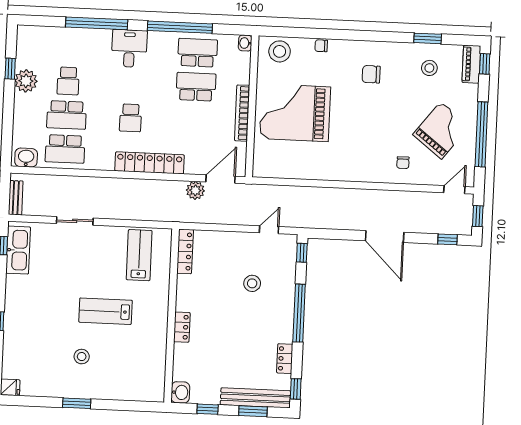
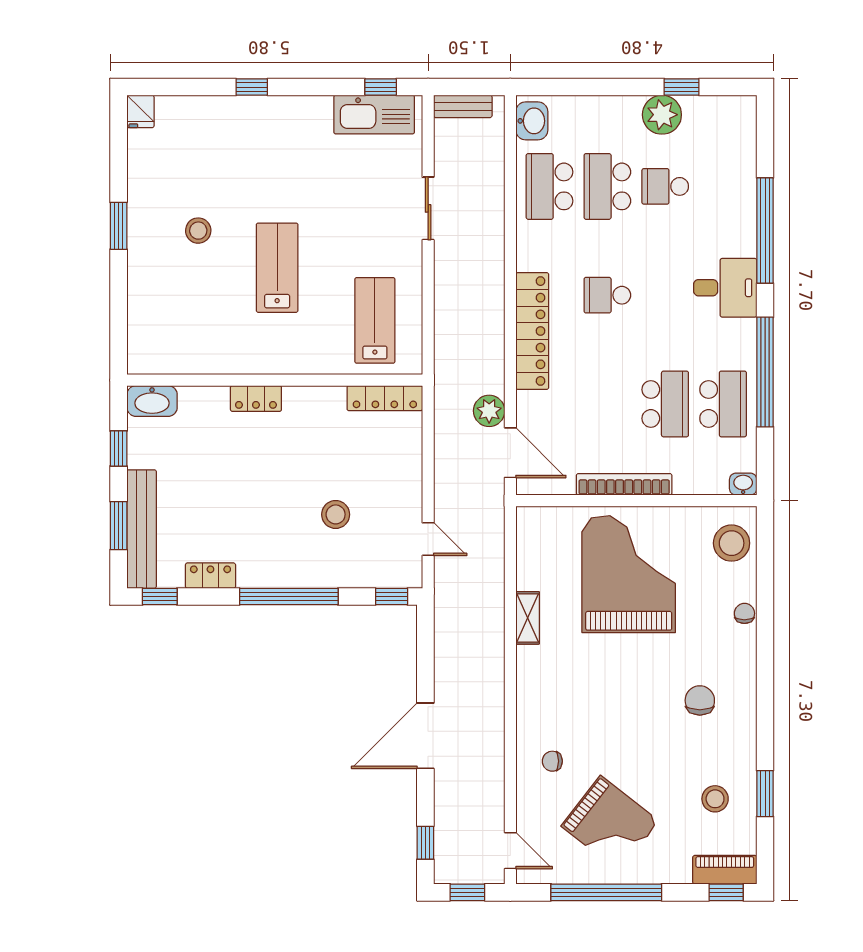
shelving: (318, 173) -> (528, 618), added
lab bench: (139, 255) -> (375, 320), turned -90
washbasin: (180, 392) -> (152, 401), width x1.38

